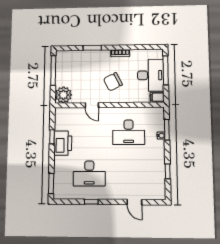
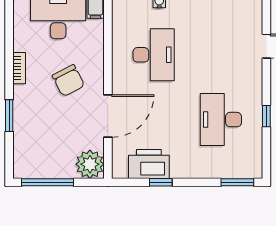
door: (92, 105) -> (108, 116), width x1.87
printer: (63, 143) -> (149, 164), moved
desk: (89, 173) -> (221, 120), turned 180

